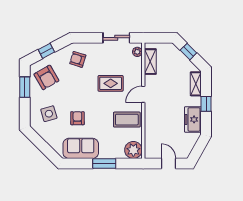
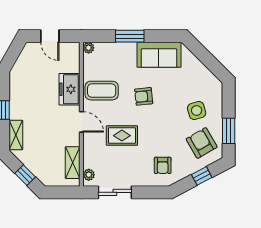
armchair: (78, 59) -> (163, 165), turned 73
door: (143, 94) -> (81, 122), hinge flipped
side table: (49, 114) -> (197, 111), moved
armchair: (77, 118) -> (144, 96), moved, turned 84
freezer: (193, 119) -> (69, 89), moved, turned 180
plant: (133, 150) -> (89, 48), width x0.53, depth x0.53

